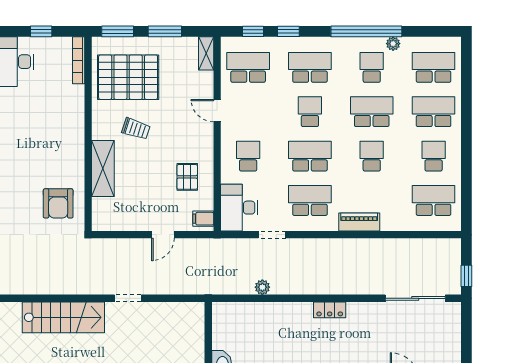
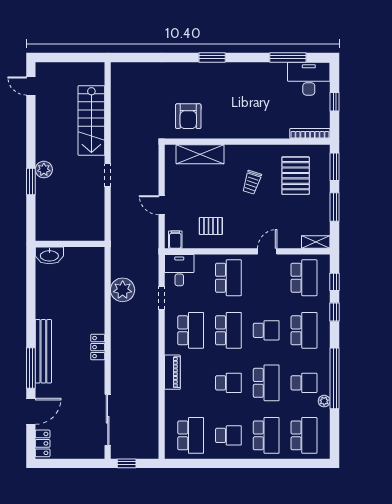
pallet: (128, 77) -> (296, 176), width x0.73, depth x0.71
school desk: (248, 156) -> (228, 278), width x1.85
shelving: (103, 169) -> (200, 154), moved
armchair: (58, 203) -> (188, 116), turned -90
desk: (239, 208) -> (179, 270), width x0.73
plant: (262, 287) -> (123, 290), width x1.88, depth x1.88

